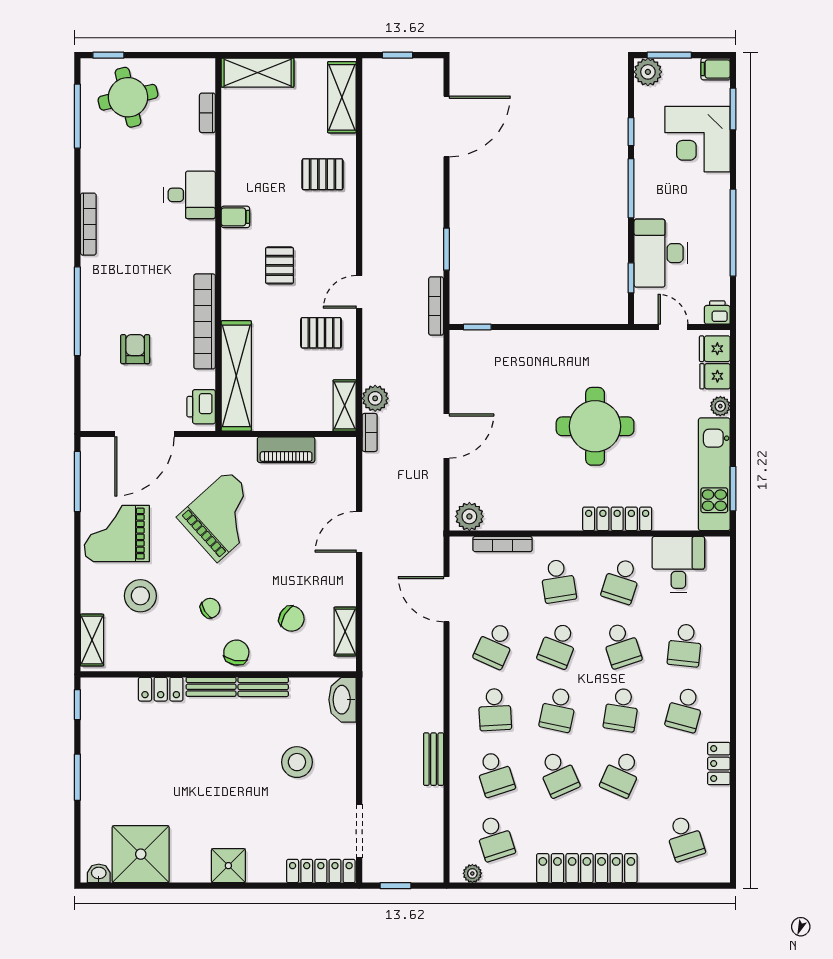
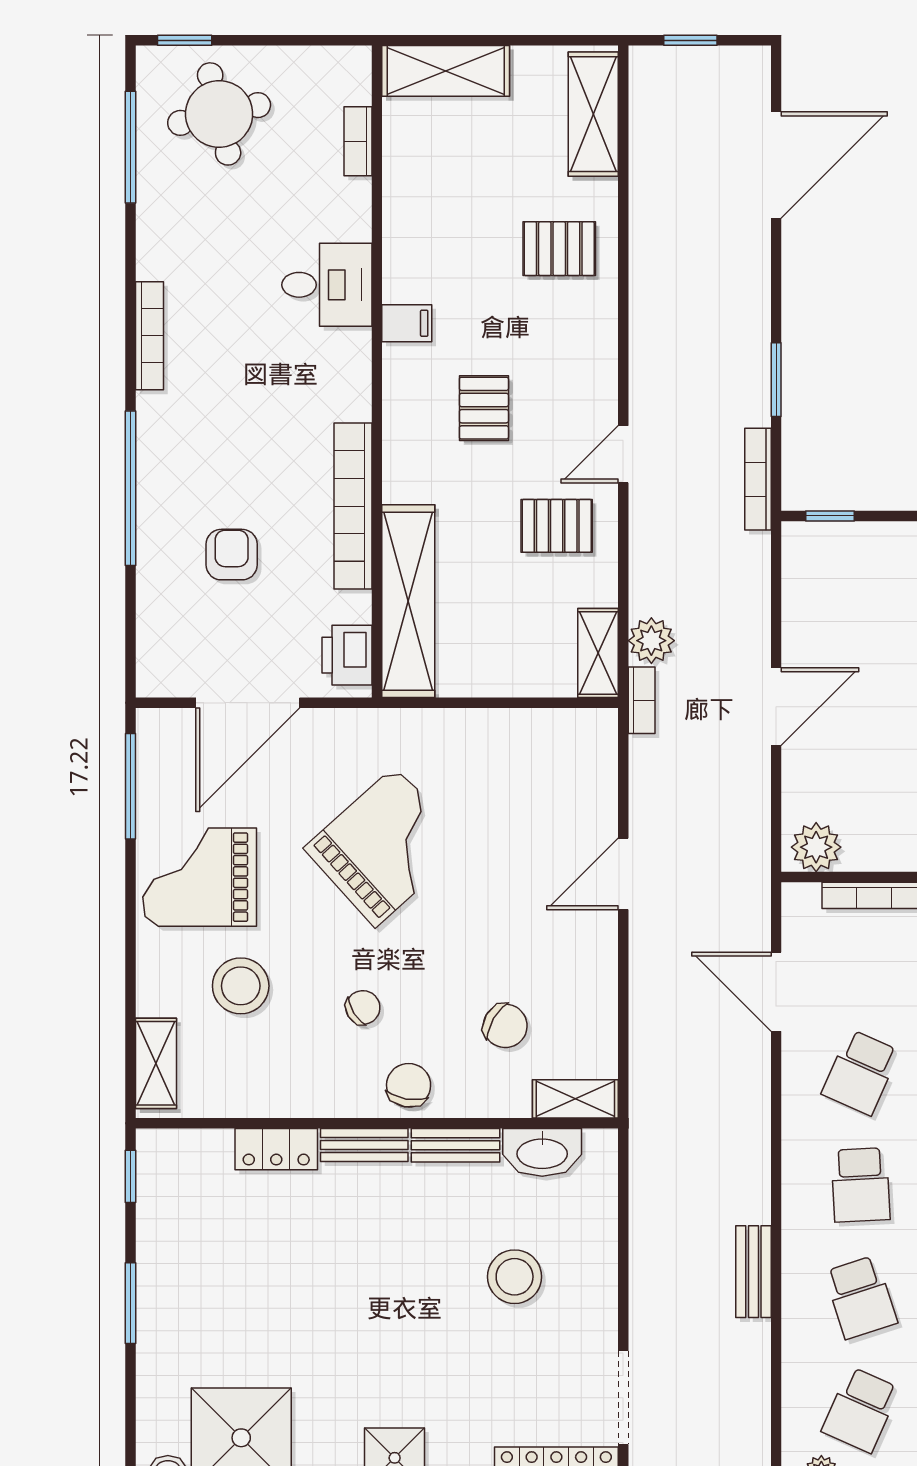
piano: (286, 450) -> (496, 730), removed
shelving: (345, 632) -> (575, 1099), moved, turned 90
washbasin: (343, 700) -> (542, 1152), moved, turned -90
school desk: (495, 838) -> (861, 1410), turned 42

